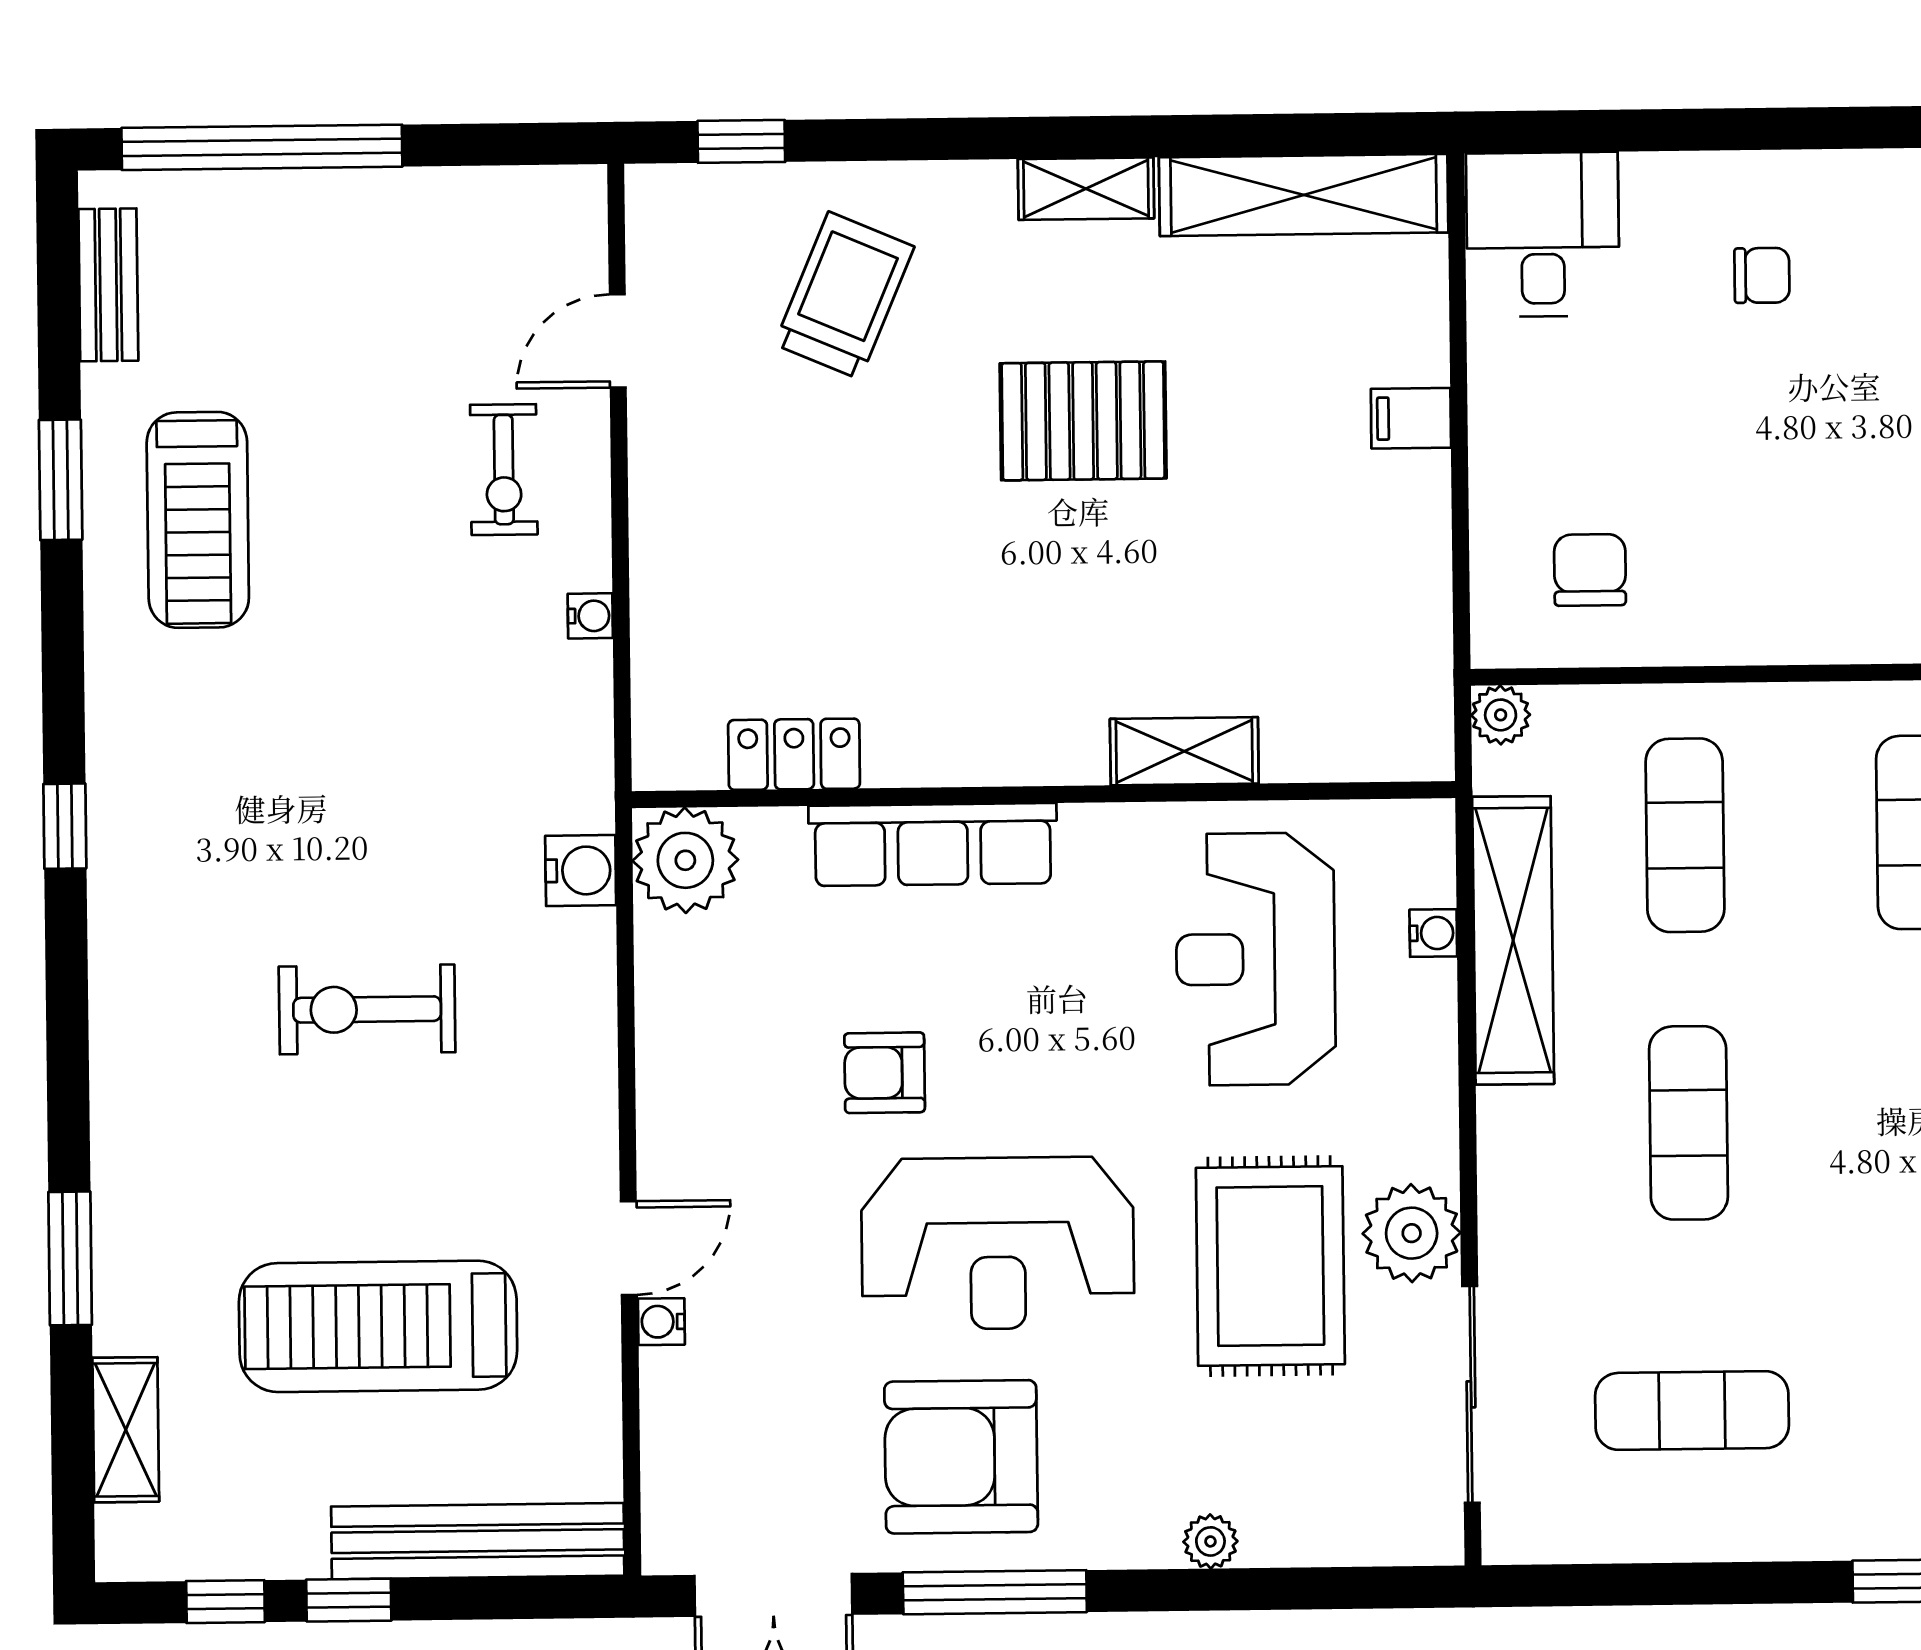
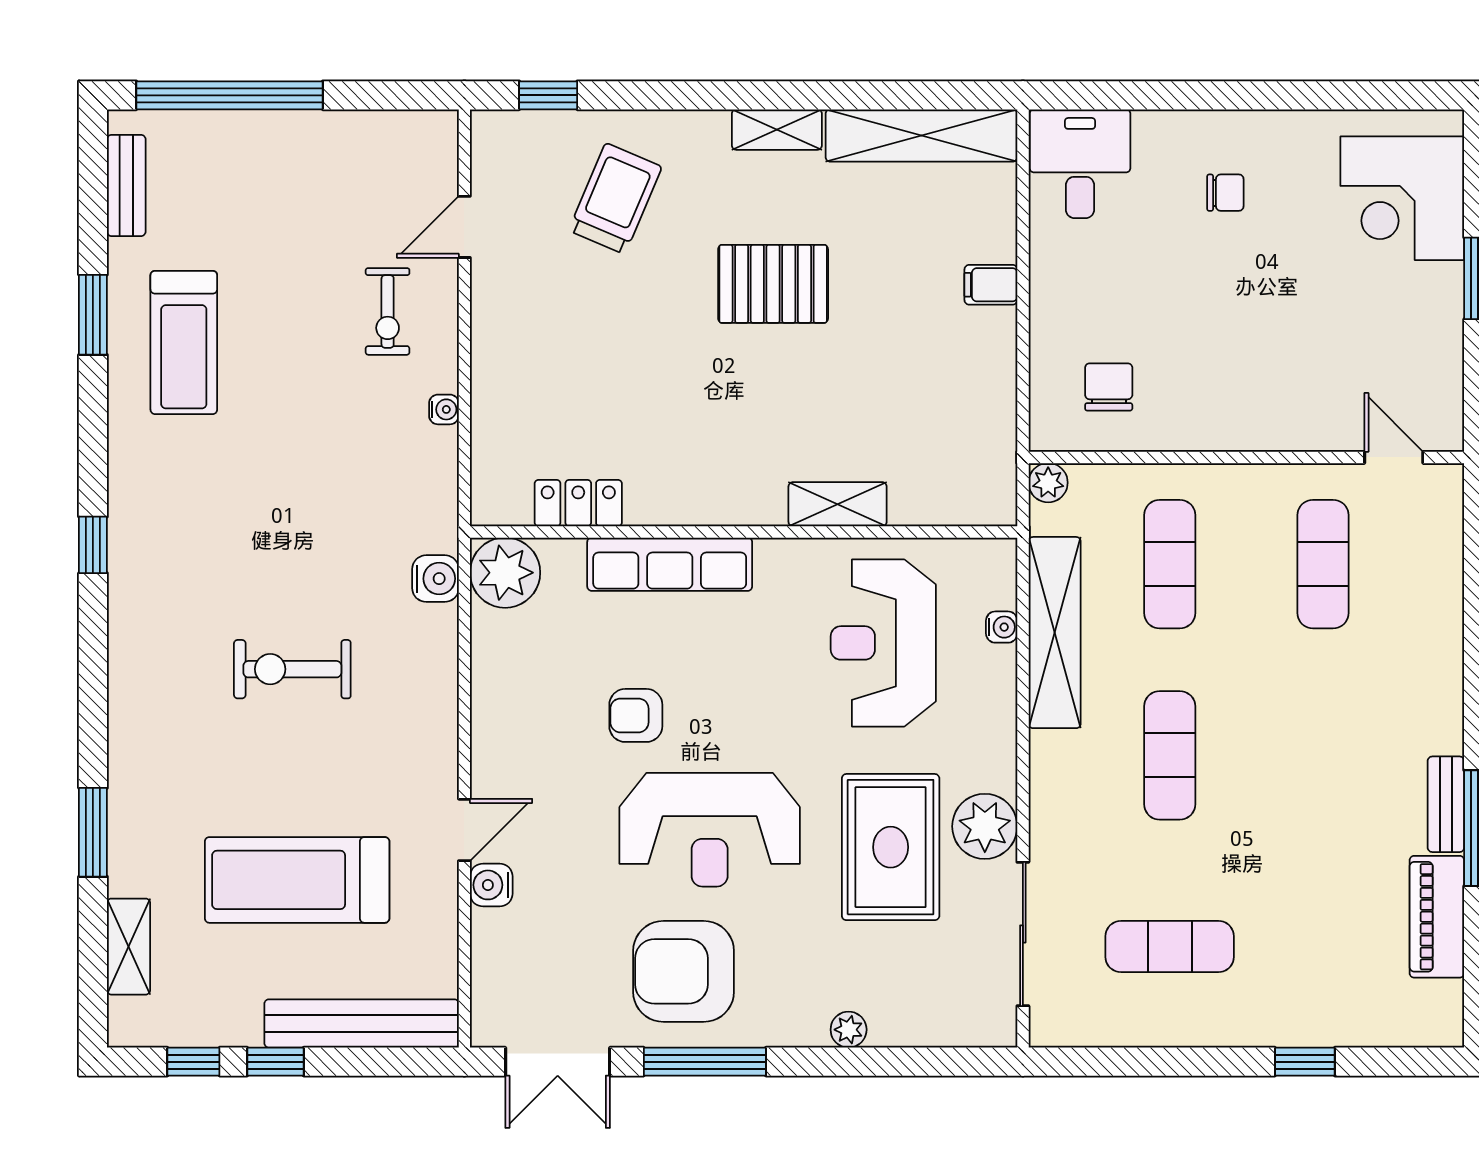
water cooler: (661, 1322) -> (491, 885), width x1.38, depth x1.38

